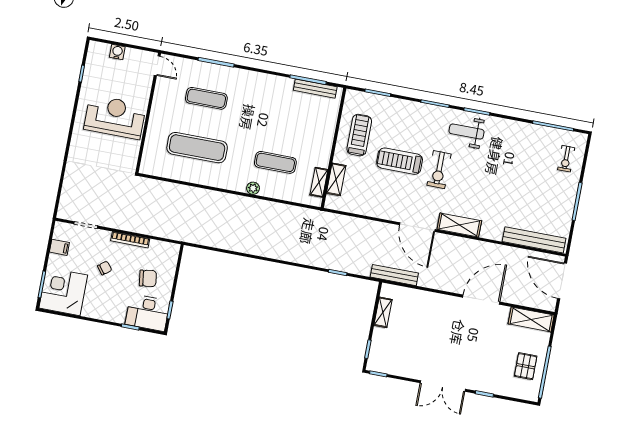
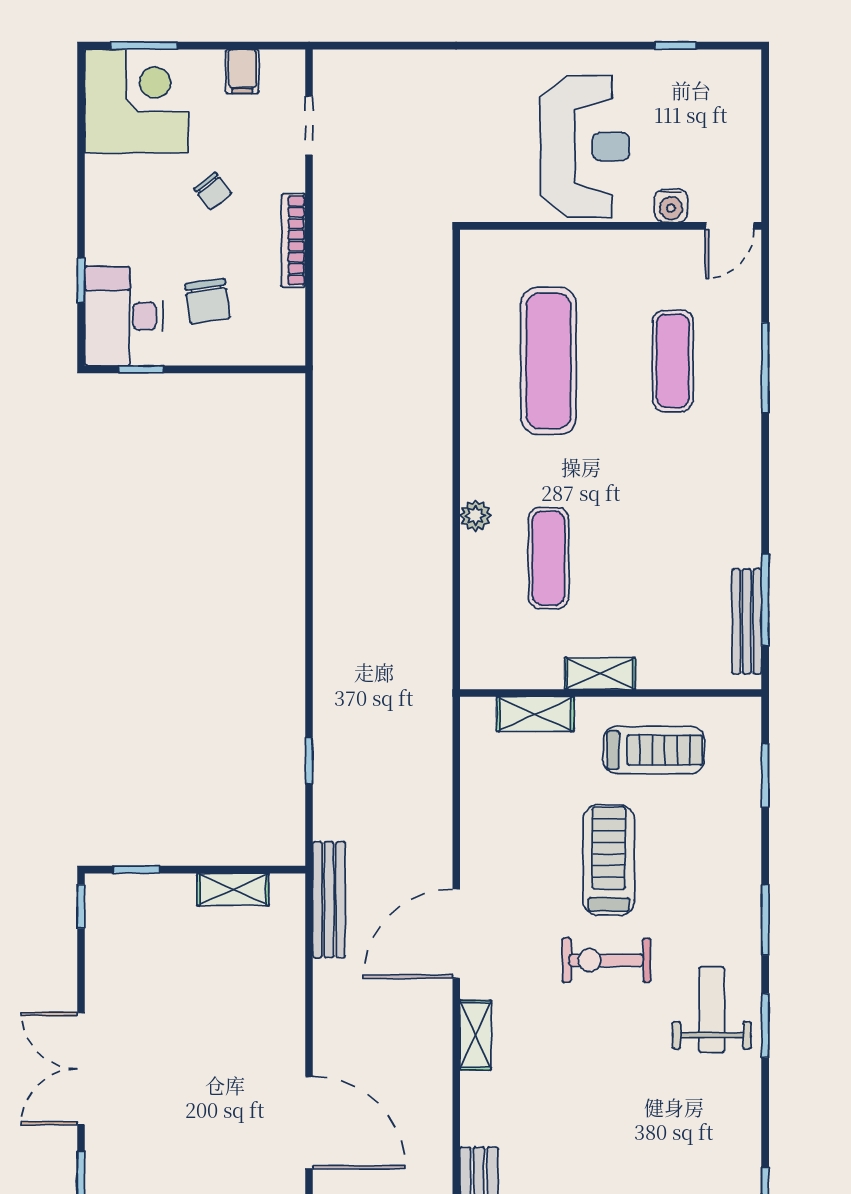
water cooler: (117, 52) -> (671, 206), moved, turned 90
shelving: (319, 182) -> (600, 673), moved
shelving: (459, 225) -> (475, 1035), width x0.67, depth x0.75

